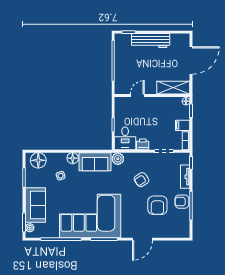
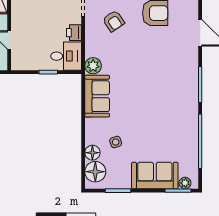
floor lamp: (73, 158) -> (92, 153), moved
armchair: (141, 180) -> (114, 21), moved
corner sofa: (90, 216) -> (169, 103), removed

